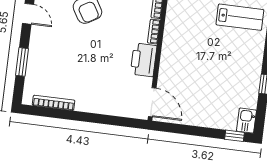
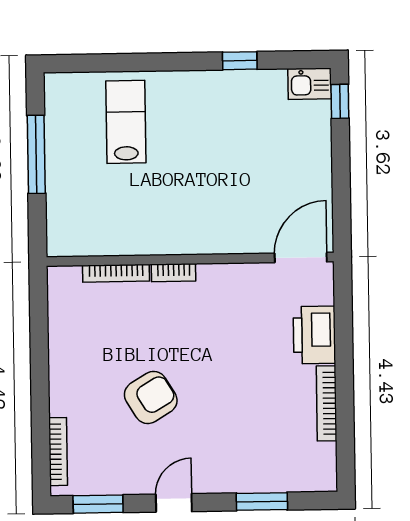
printer: (144, 60) -> (314, 335), moved, turned 90
bookcase: (54, 103) -> (326, 403), moved

